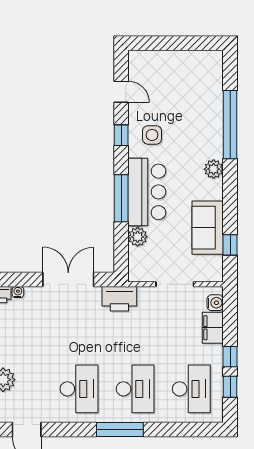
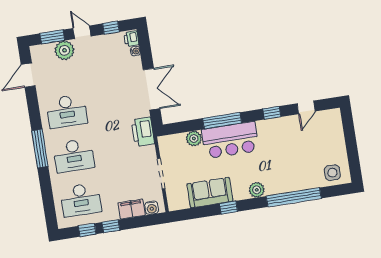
side table: (152, 135) -> (332, 173), moved
window: (230, 245) -> (229, 208), moved

